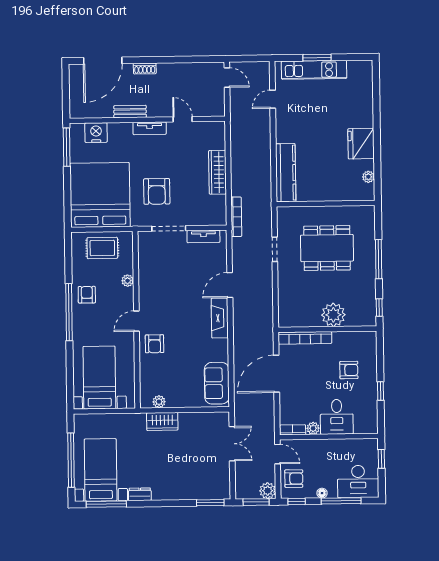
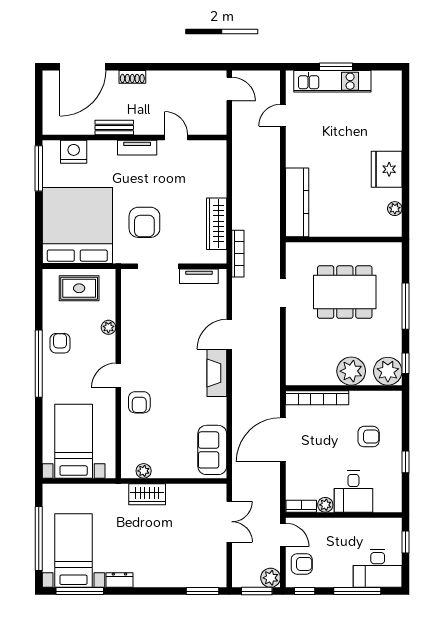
wardrobe: (217, 172) -> (217, 224), moved
plant: (364, 314) -> (388, 371), added
floor lamp: (322, 493) -> (335, 582), removed

